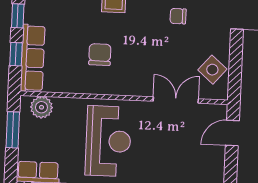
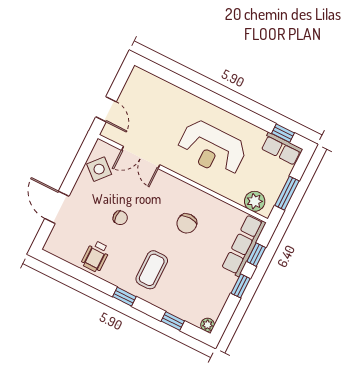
chair: (178, 16) -> (120, 218), moved
door: (232, 133) -> (106, 109), hinge flipped
reception desk: (108, 141) -> (212, 149), turned -90

